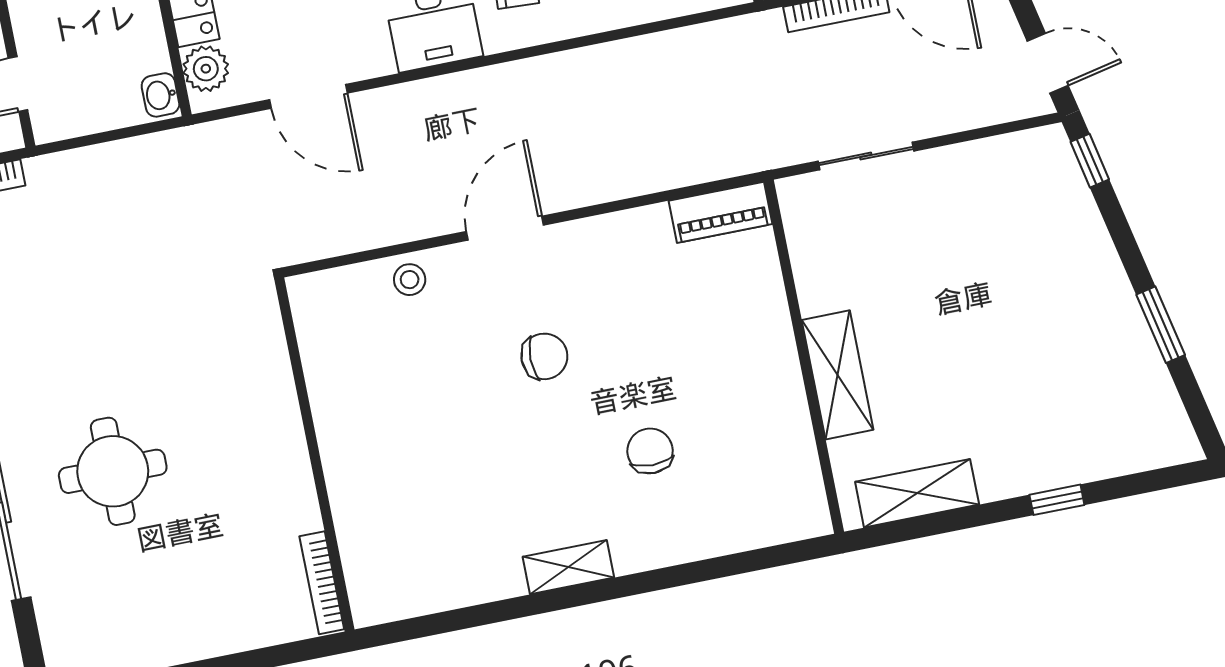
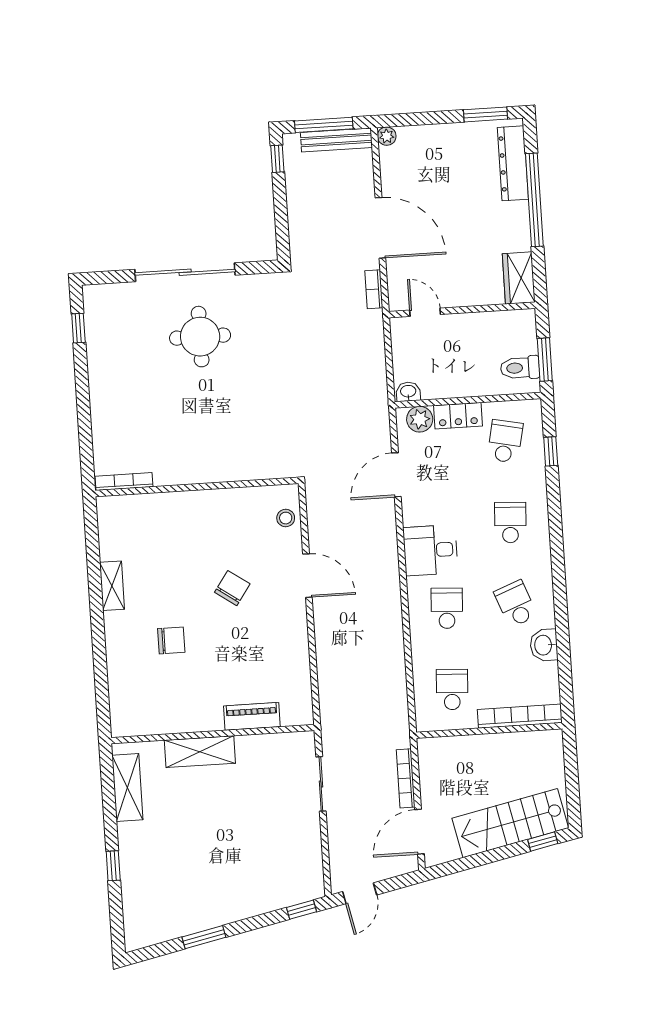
piano: (720, 212) -> (252, 716), moved, turned 90
chair: (544, 356) -> (232, 588), turned -145
wall: (314, 454) -> (197, 487), moved
bookcase: (322, 583) -> (124, 482), moved

